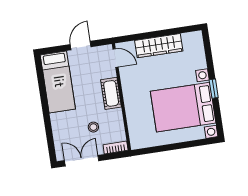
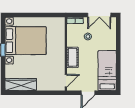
wardrobe: (159, 46) -> (21, 85), moved
door: (116, 58) -> (66, 81), swing flipped

